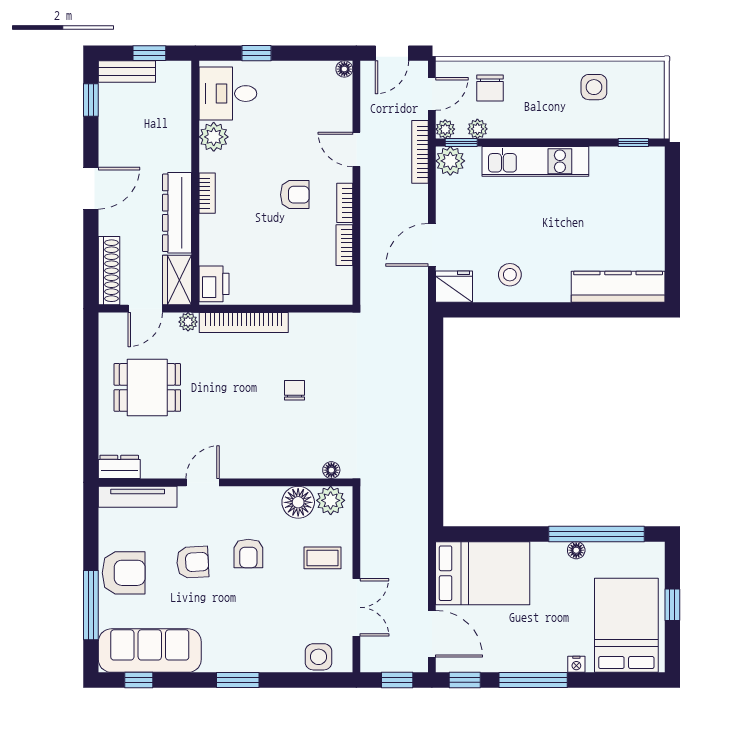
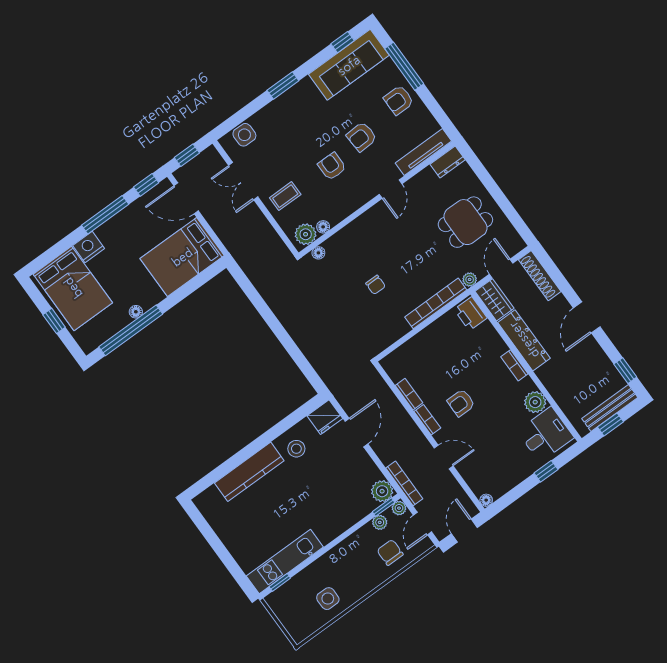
bench: (127, 72) -> (610, 408), width x1.36
kitchen unit: (535, 161) -> (285, 562), moved
kitchen counter: (618, 287) -> (249, 472), moved
floor lamp: (298, 502) -> (323, 227), width x0.53, depth x0.53
armchair: (124, 573) -> (399, 100), width x0.72, depth x0.72
nightstand: (576, 664) -> (89, 247), width x1.89, depth x1.79

